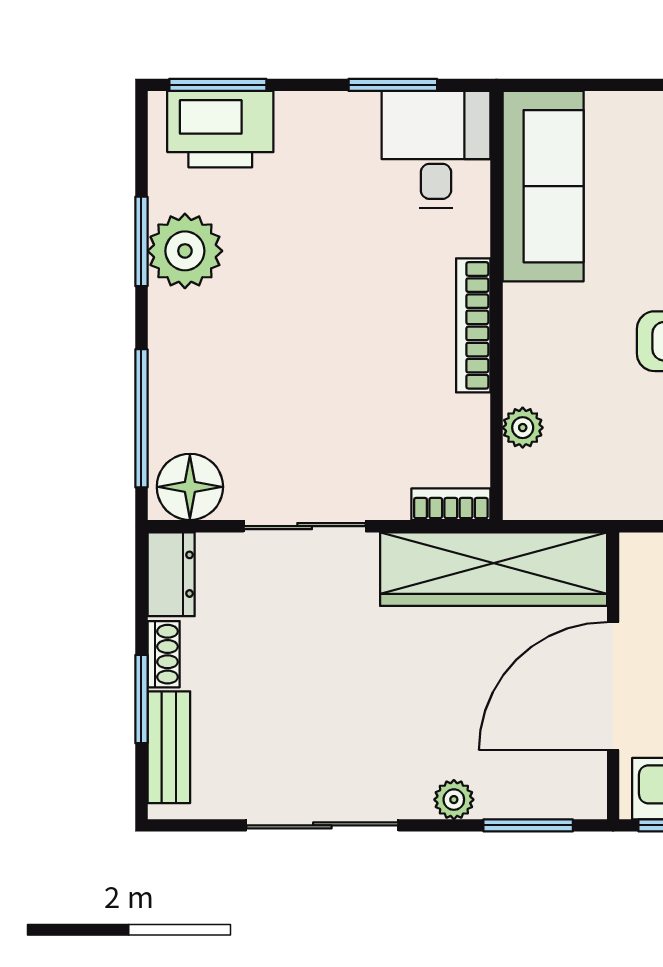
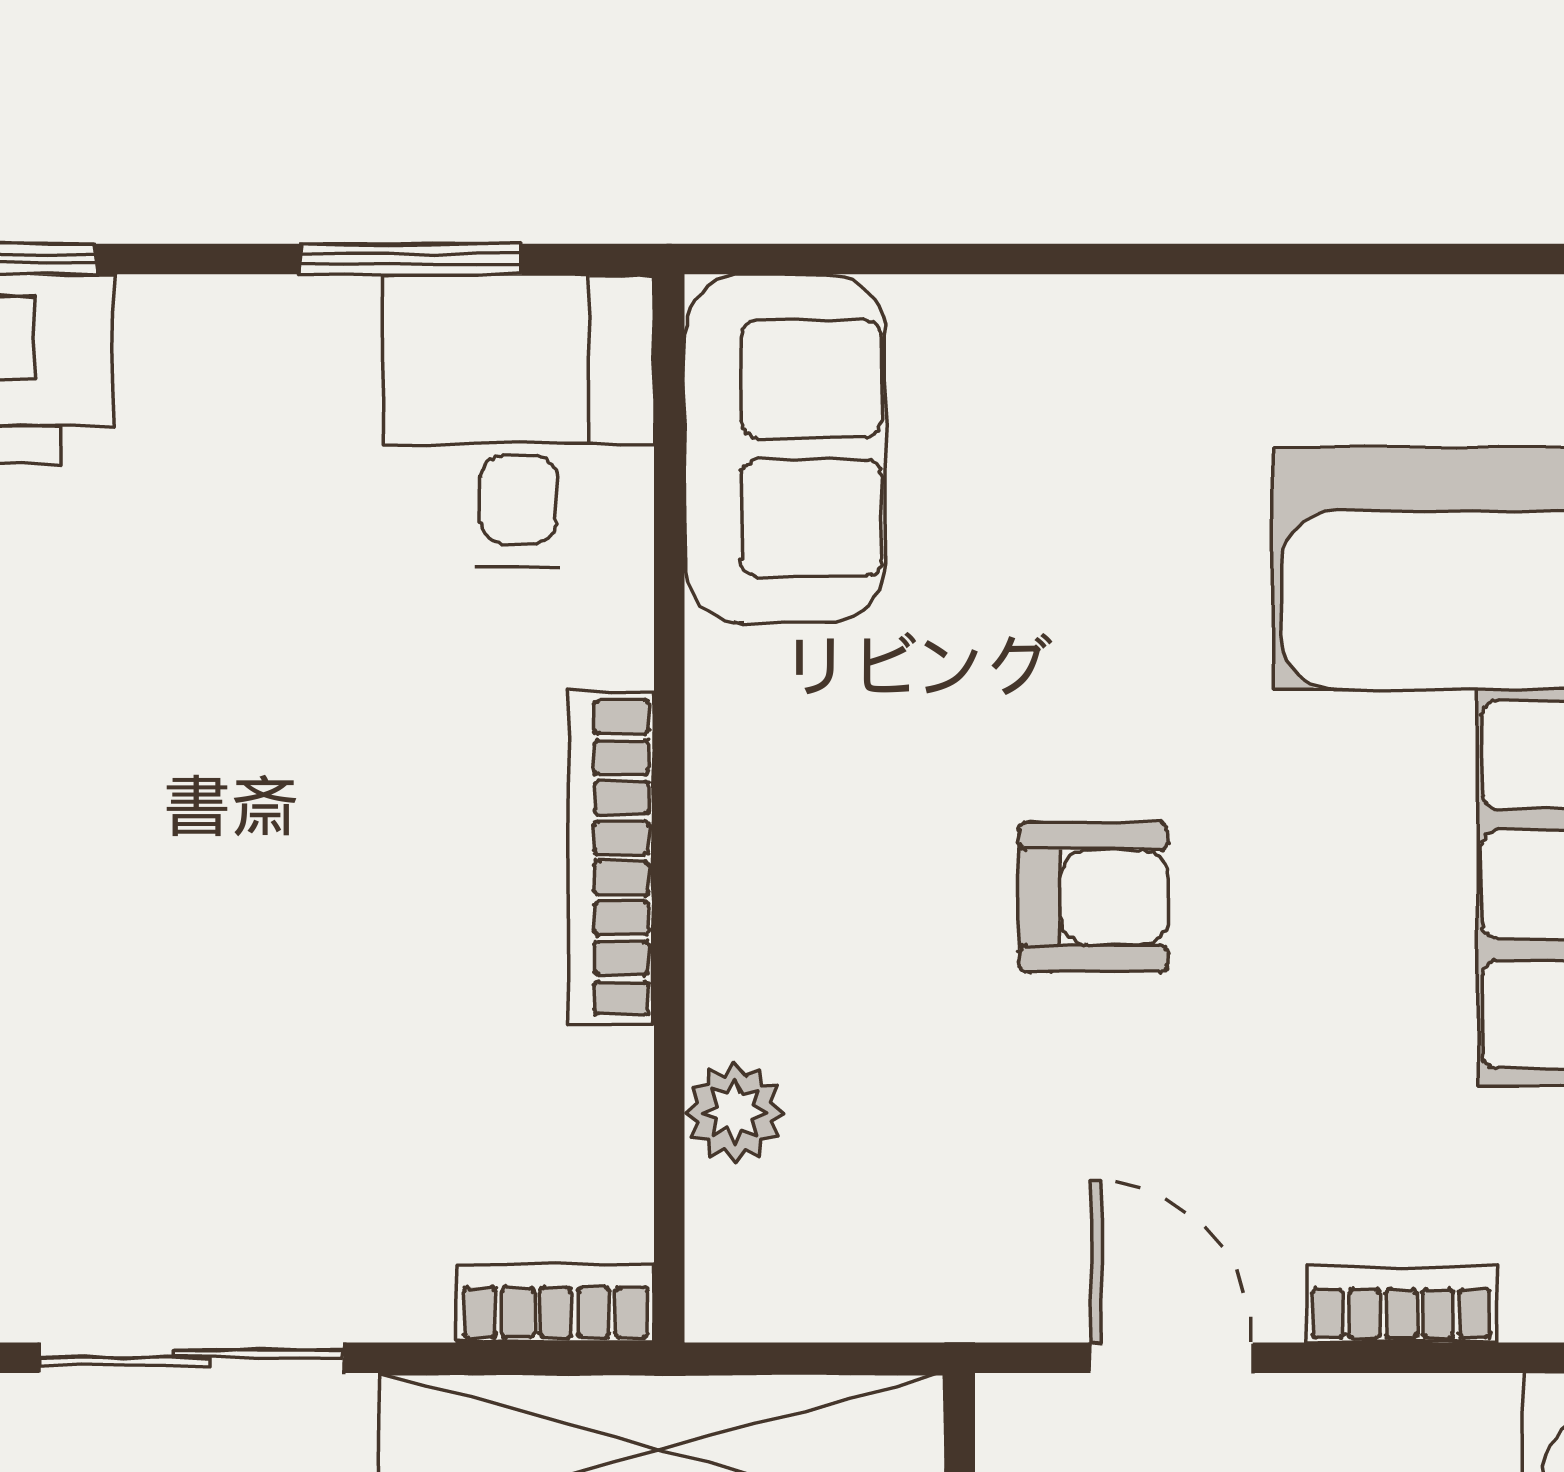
sofa: (543, 186) -> (785, 448), width x0.73

